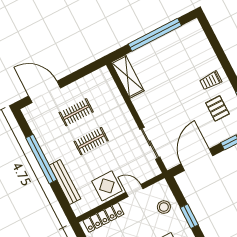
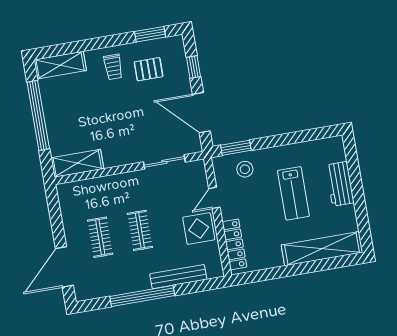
shelving: (199, 39) -> (60, 65), added
window: (189, 216) -> (236, 148), moved

